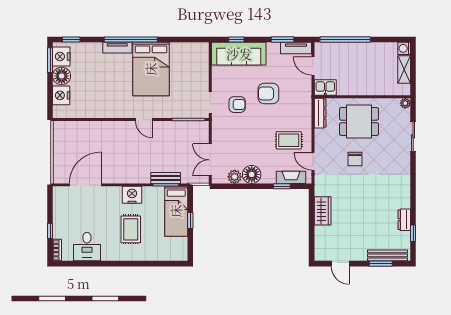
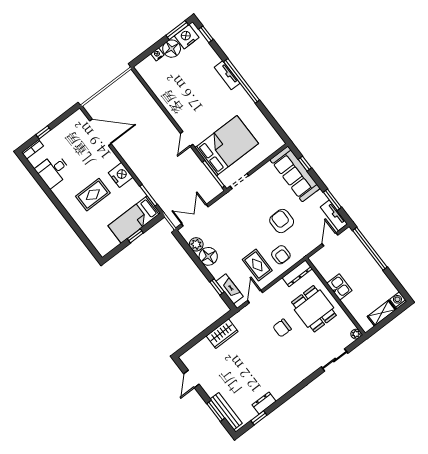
bed: (151, 69) -> (227, 146), moved, turned 180
kitchen sink: (325, 88) -> (339, 287), moved
nightstand: (61, 95) -> (157, 54), width x0.53, depth x0.56
armchair: (237, 105) -> (281, 255), moved
bench: (166, 178) -> (154, 191), removed

